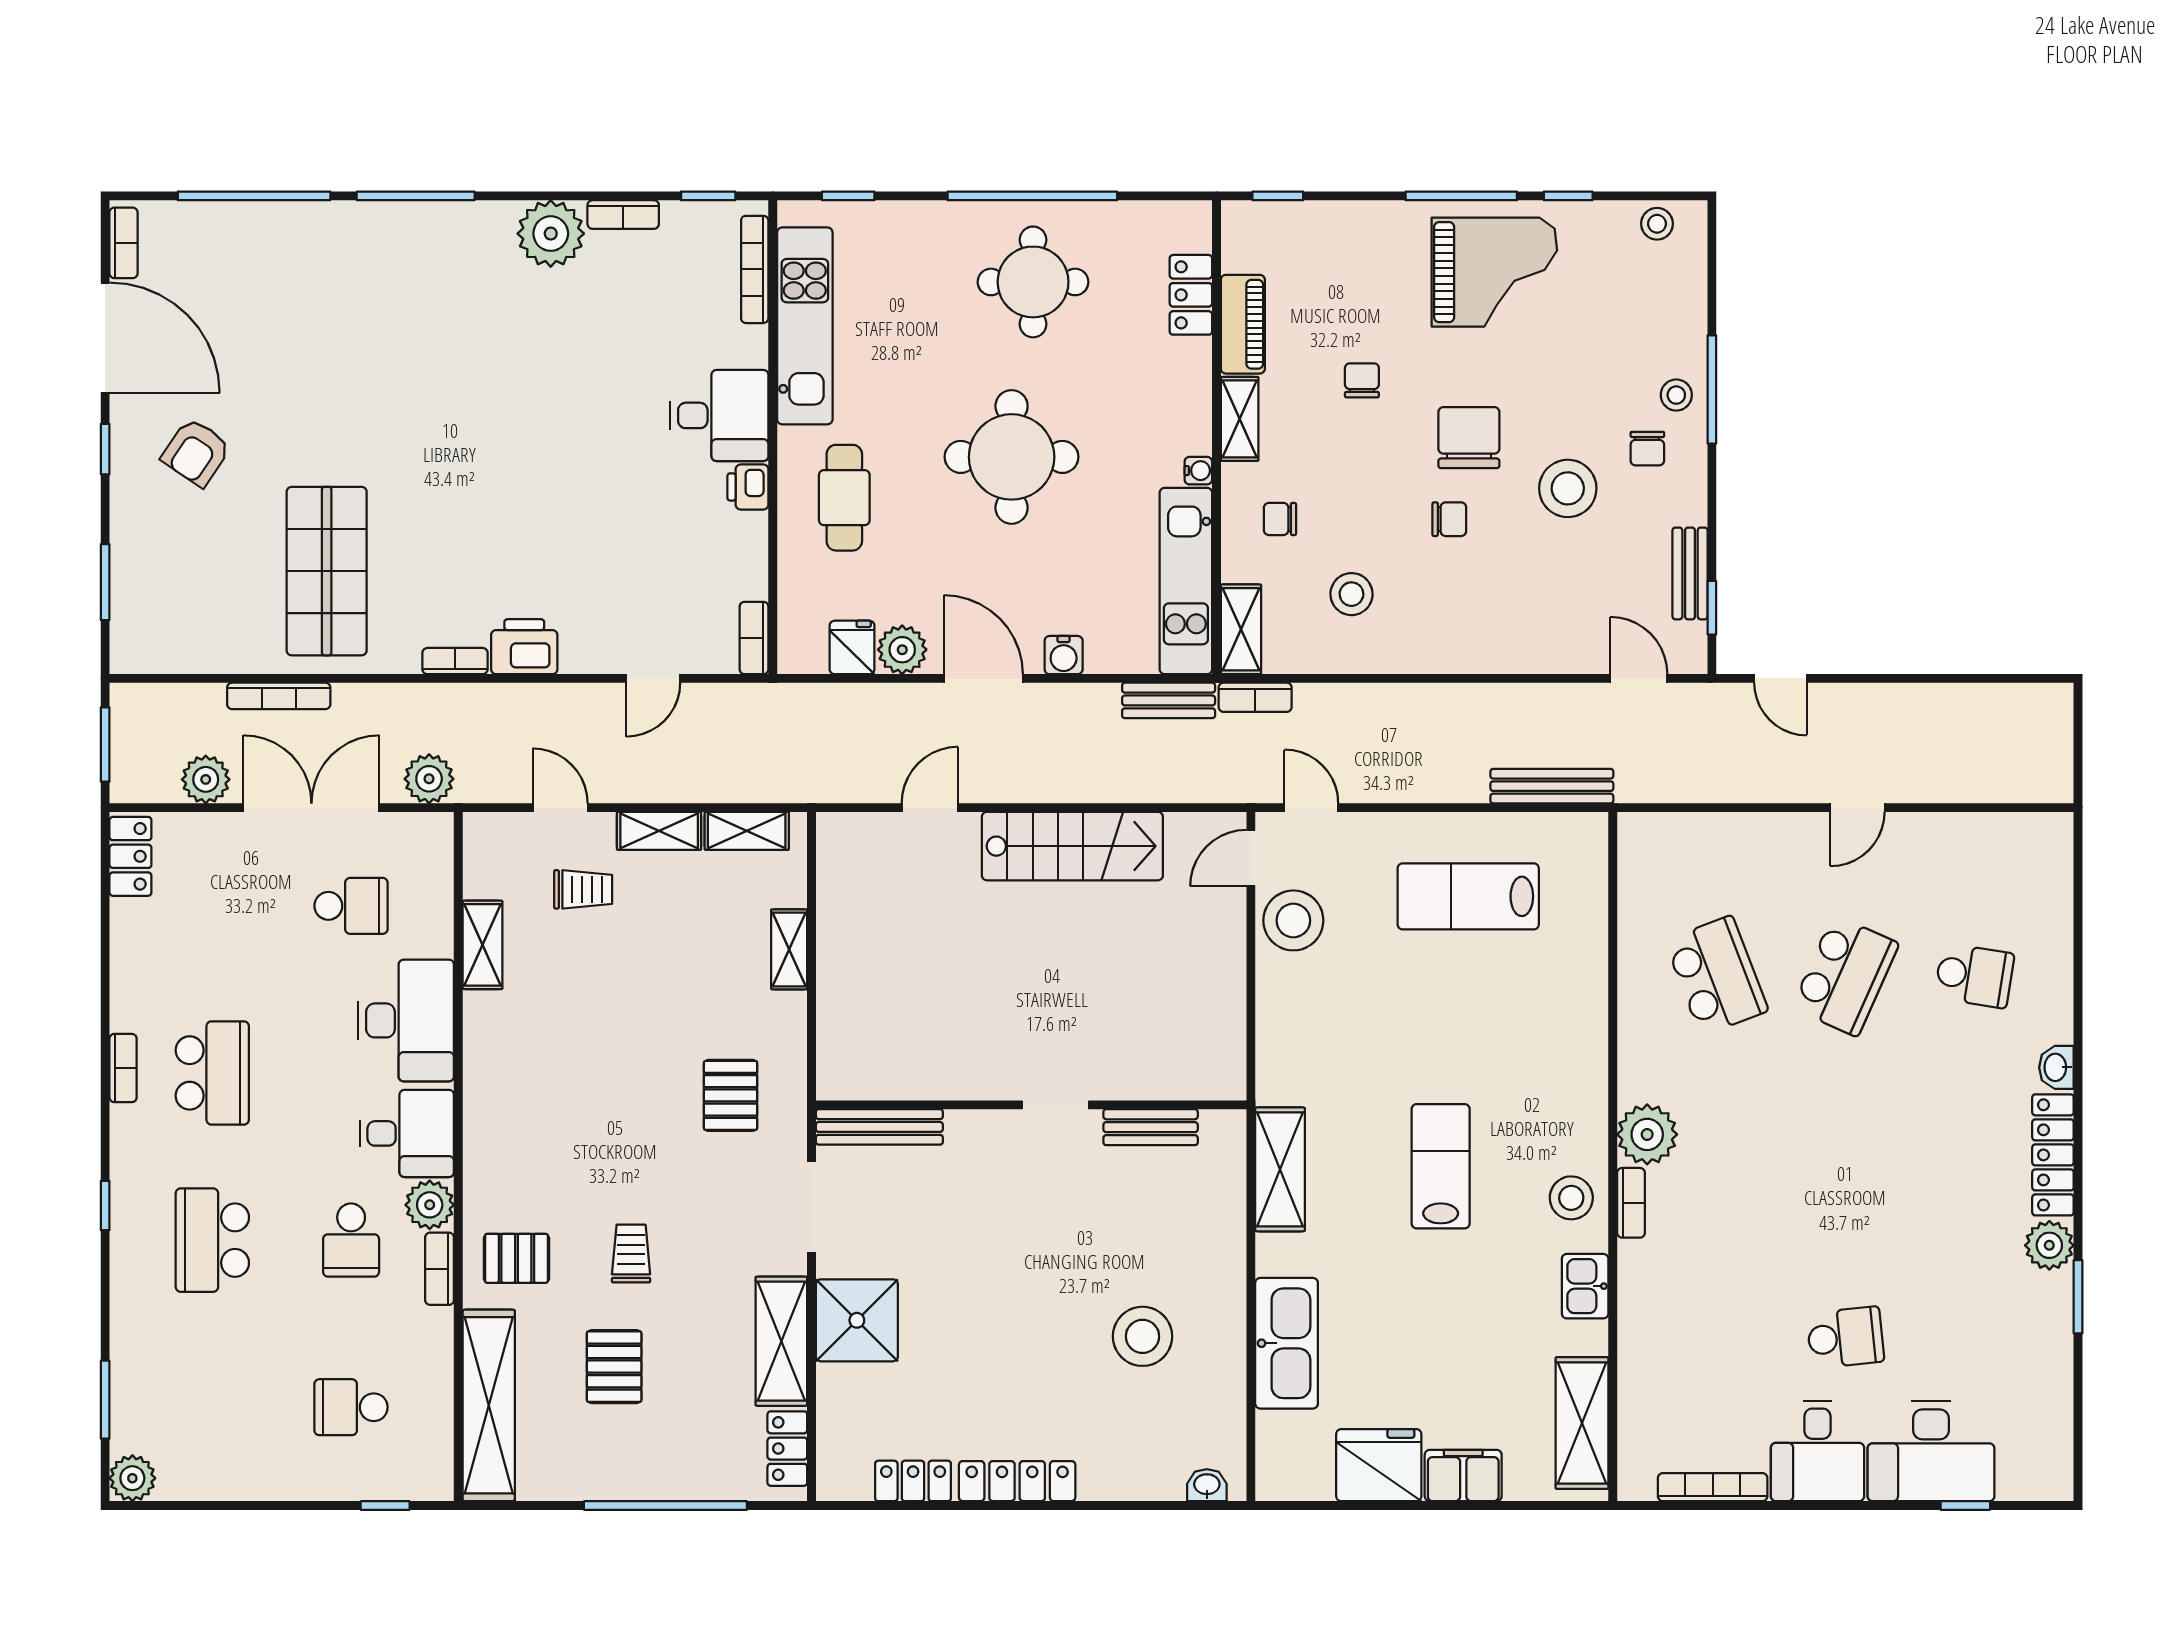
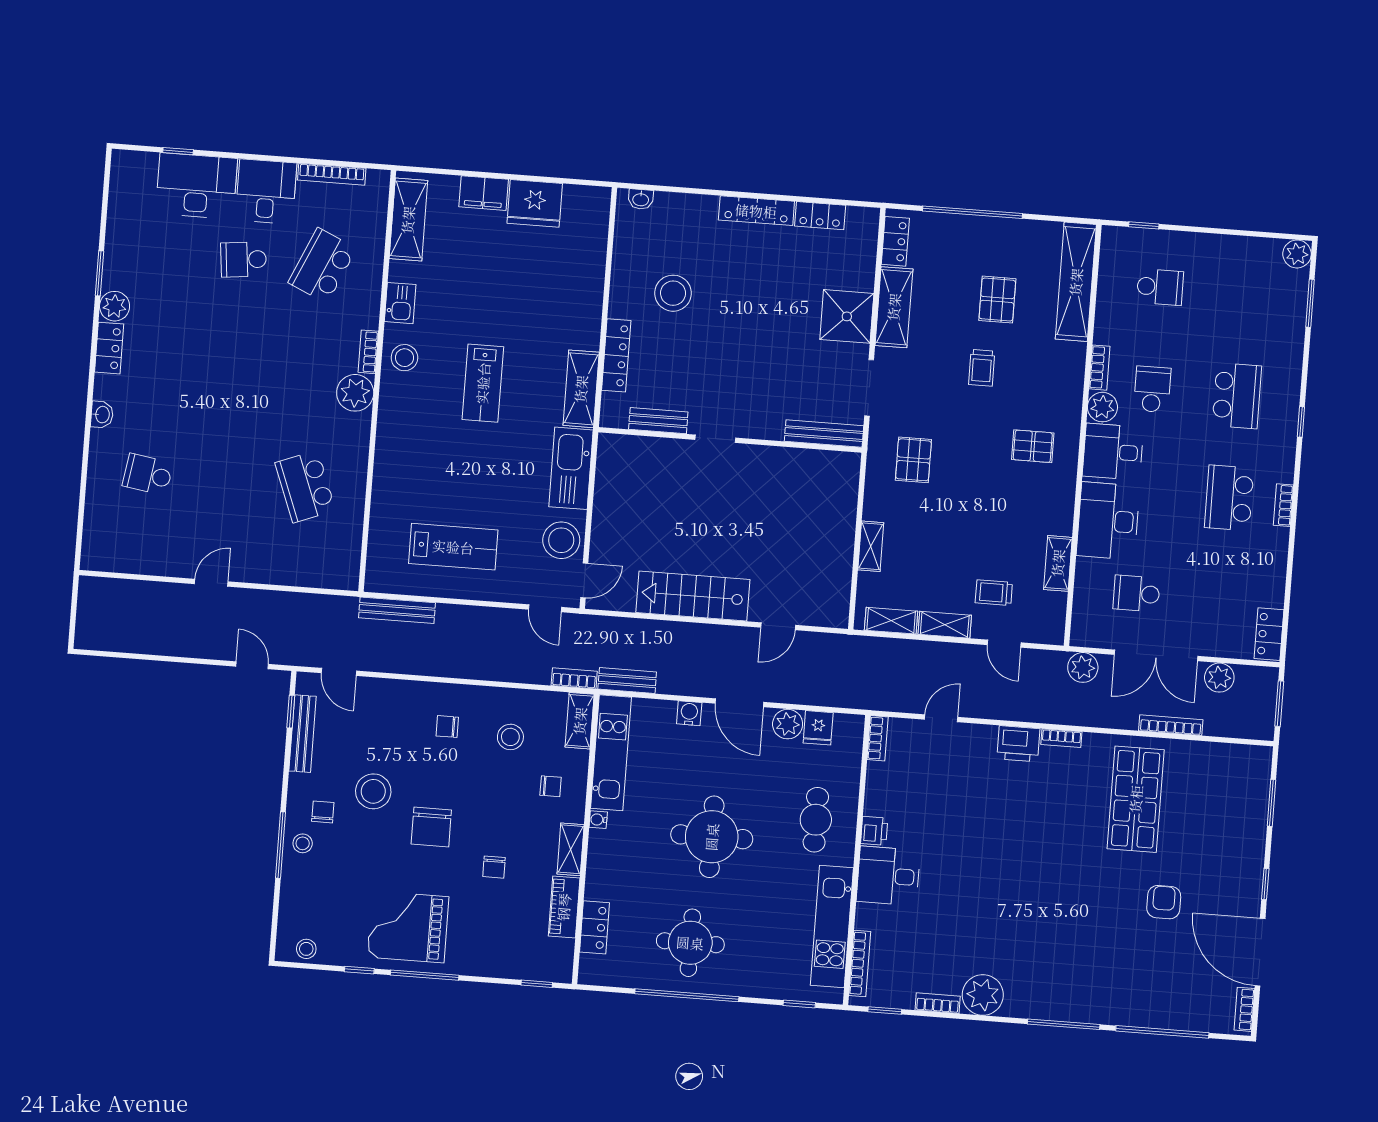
armchair: (196, 452) -> (1164, 902), moved, turned -34
chair: (1449, 519) -> (447, 727), moved
bench: (1690, 573) -> (303, 734), width x1.36
school desk: (1845, 976) -> (322, 266), moved
locker: (2053, 1155) -> (109, 348), width x0.66
locker: (1227, 1228) -> (616, 355), added
pallet: (516, 1258) -> (1033, 446), moved
kitchen sink: (1287, 1343) -> (571, 468), moved

